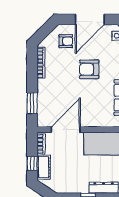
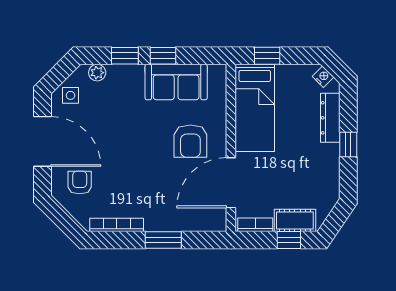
armchair: (89, 69) -> (190, 141), moved
window: (32, 103) -> (163, 240), moved
door: (66, 130) -> (231, 183), hinge flipped

